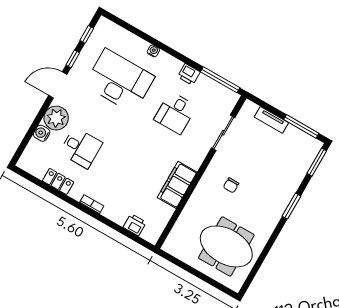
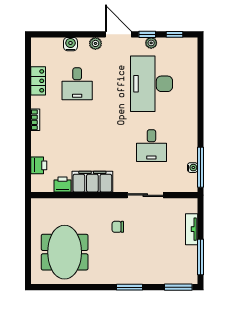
water cooler: (153, 51) -> (193, 168), moved
plant: (82, 60) -> (151, 43), added
printer: (189, 74) -> (63, 185), moved, turned 90
desk: (119, 81) -> (151, 84), turned 180
desk: (175, 113) -> (151, 146), turned -90
plant: (56, 118) -> (95, 43), width x0.53, depth x0.53
sliding door: (223, 133) -> (145, 195), moved

